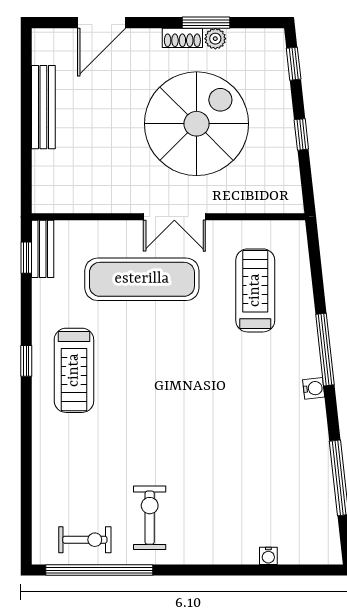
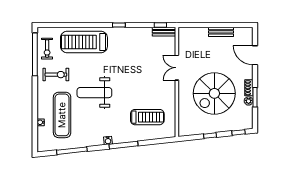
bench: (43, 107) -> (221, 32), width x0.73
spiral stairs: (197, 124) -> (214, 93), turned 90
double door: (174, 217) -> (177, 68), moved
exercise mat: (142, 279) -> (62, 115), moved
treadmill: (74, 370) -> (84, 42), moved, width x1.37, depth x1.38
weight bench: (194, 422) -> (94, 93), added

